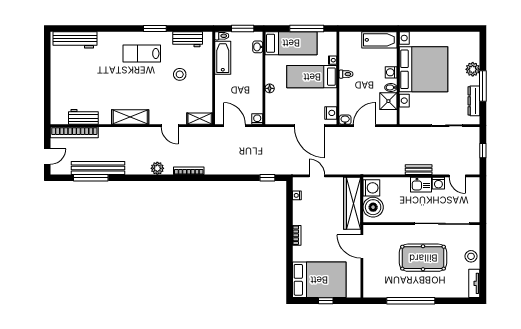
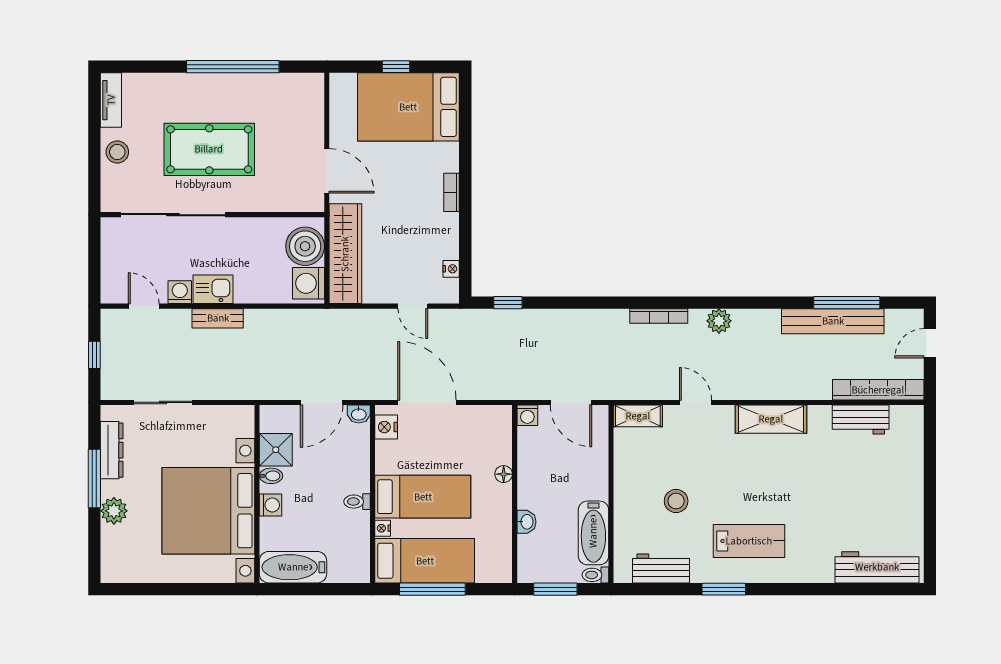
bed: (291, 43) -> (425, 561), moved, turned 180
washbasin: (258, 47) -> (526, 522), moved

